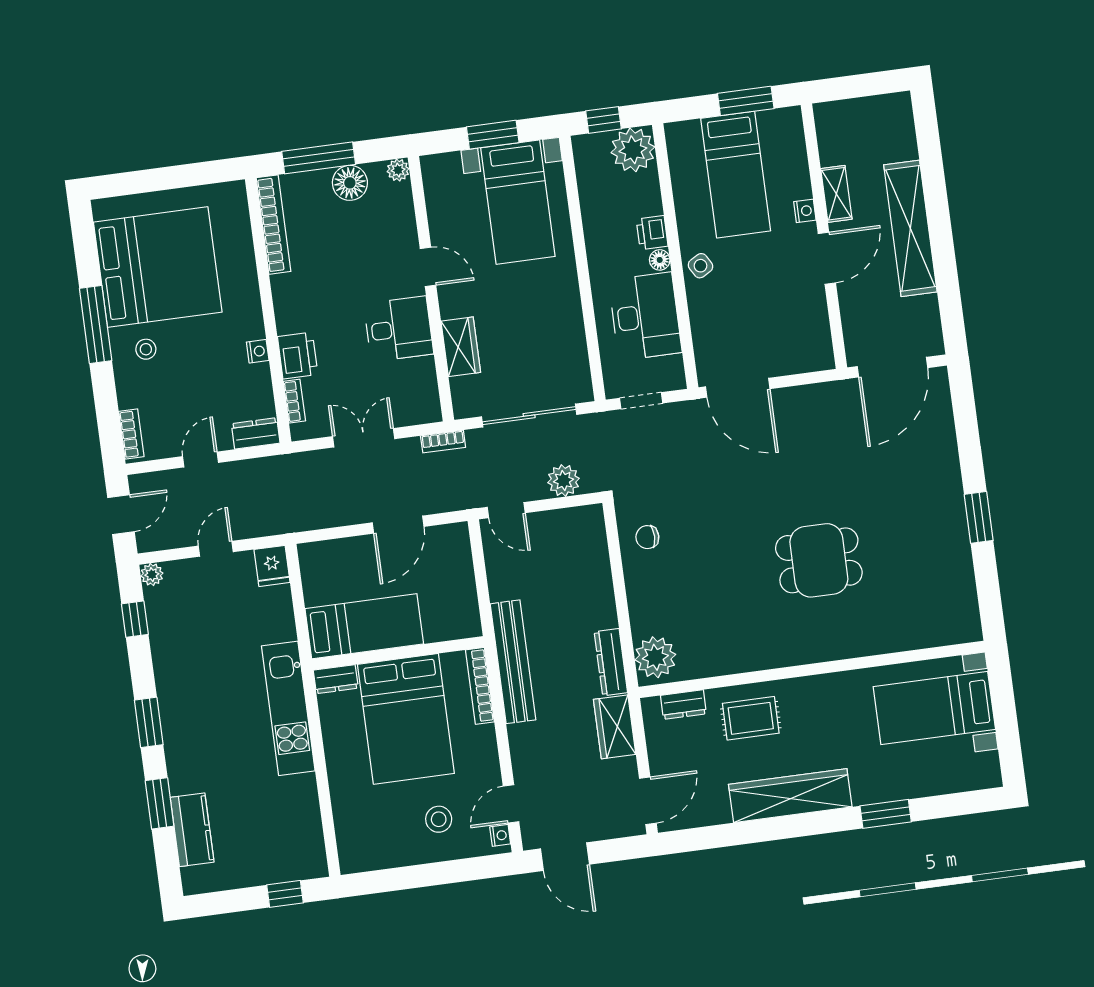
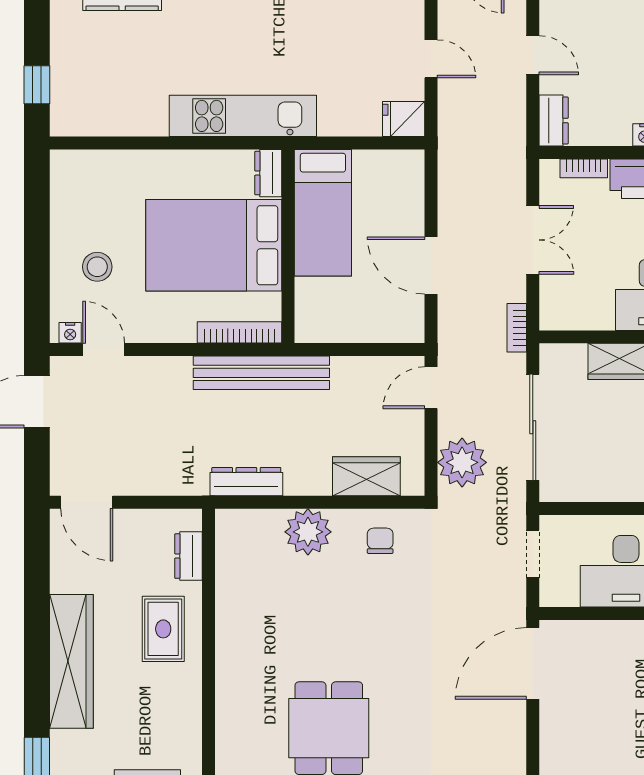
plant: (563, 481) -> (462, 462), width x1.36, depth x1.36
plant: (655, 657) -> (308, 532), moved
wardrobe: (615, 727) -> (366, 476), moved

